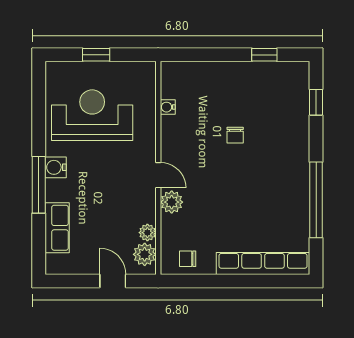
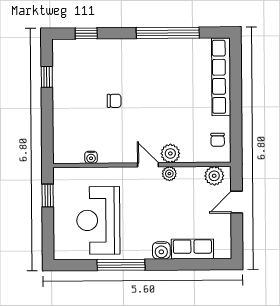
window: (96, 55) -> (48, 196), moved
water cooler: (56, 167) -> (161, 250), moved
door: (158, 175) -> (148, 165), hinge flipped
window: (39, 185) -> (121, 265), moved
plant: (147, 233) -> (169, 174), moved

